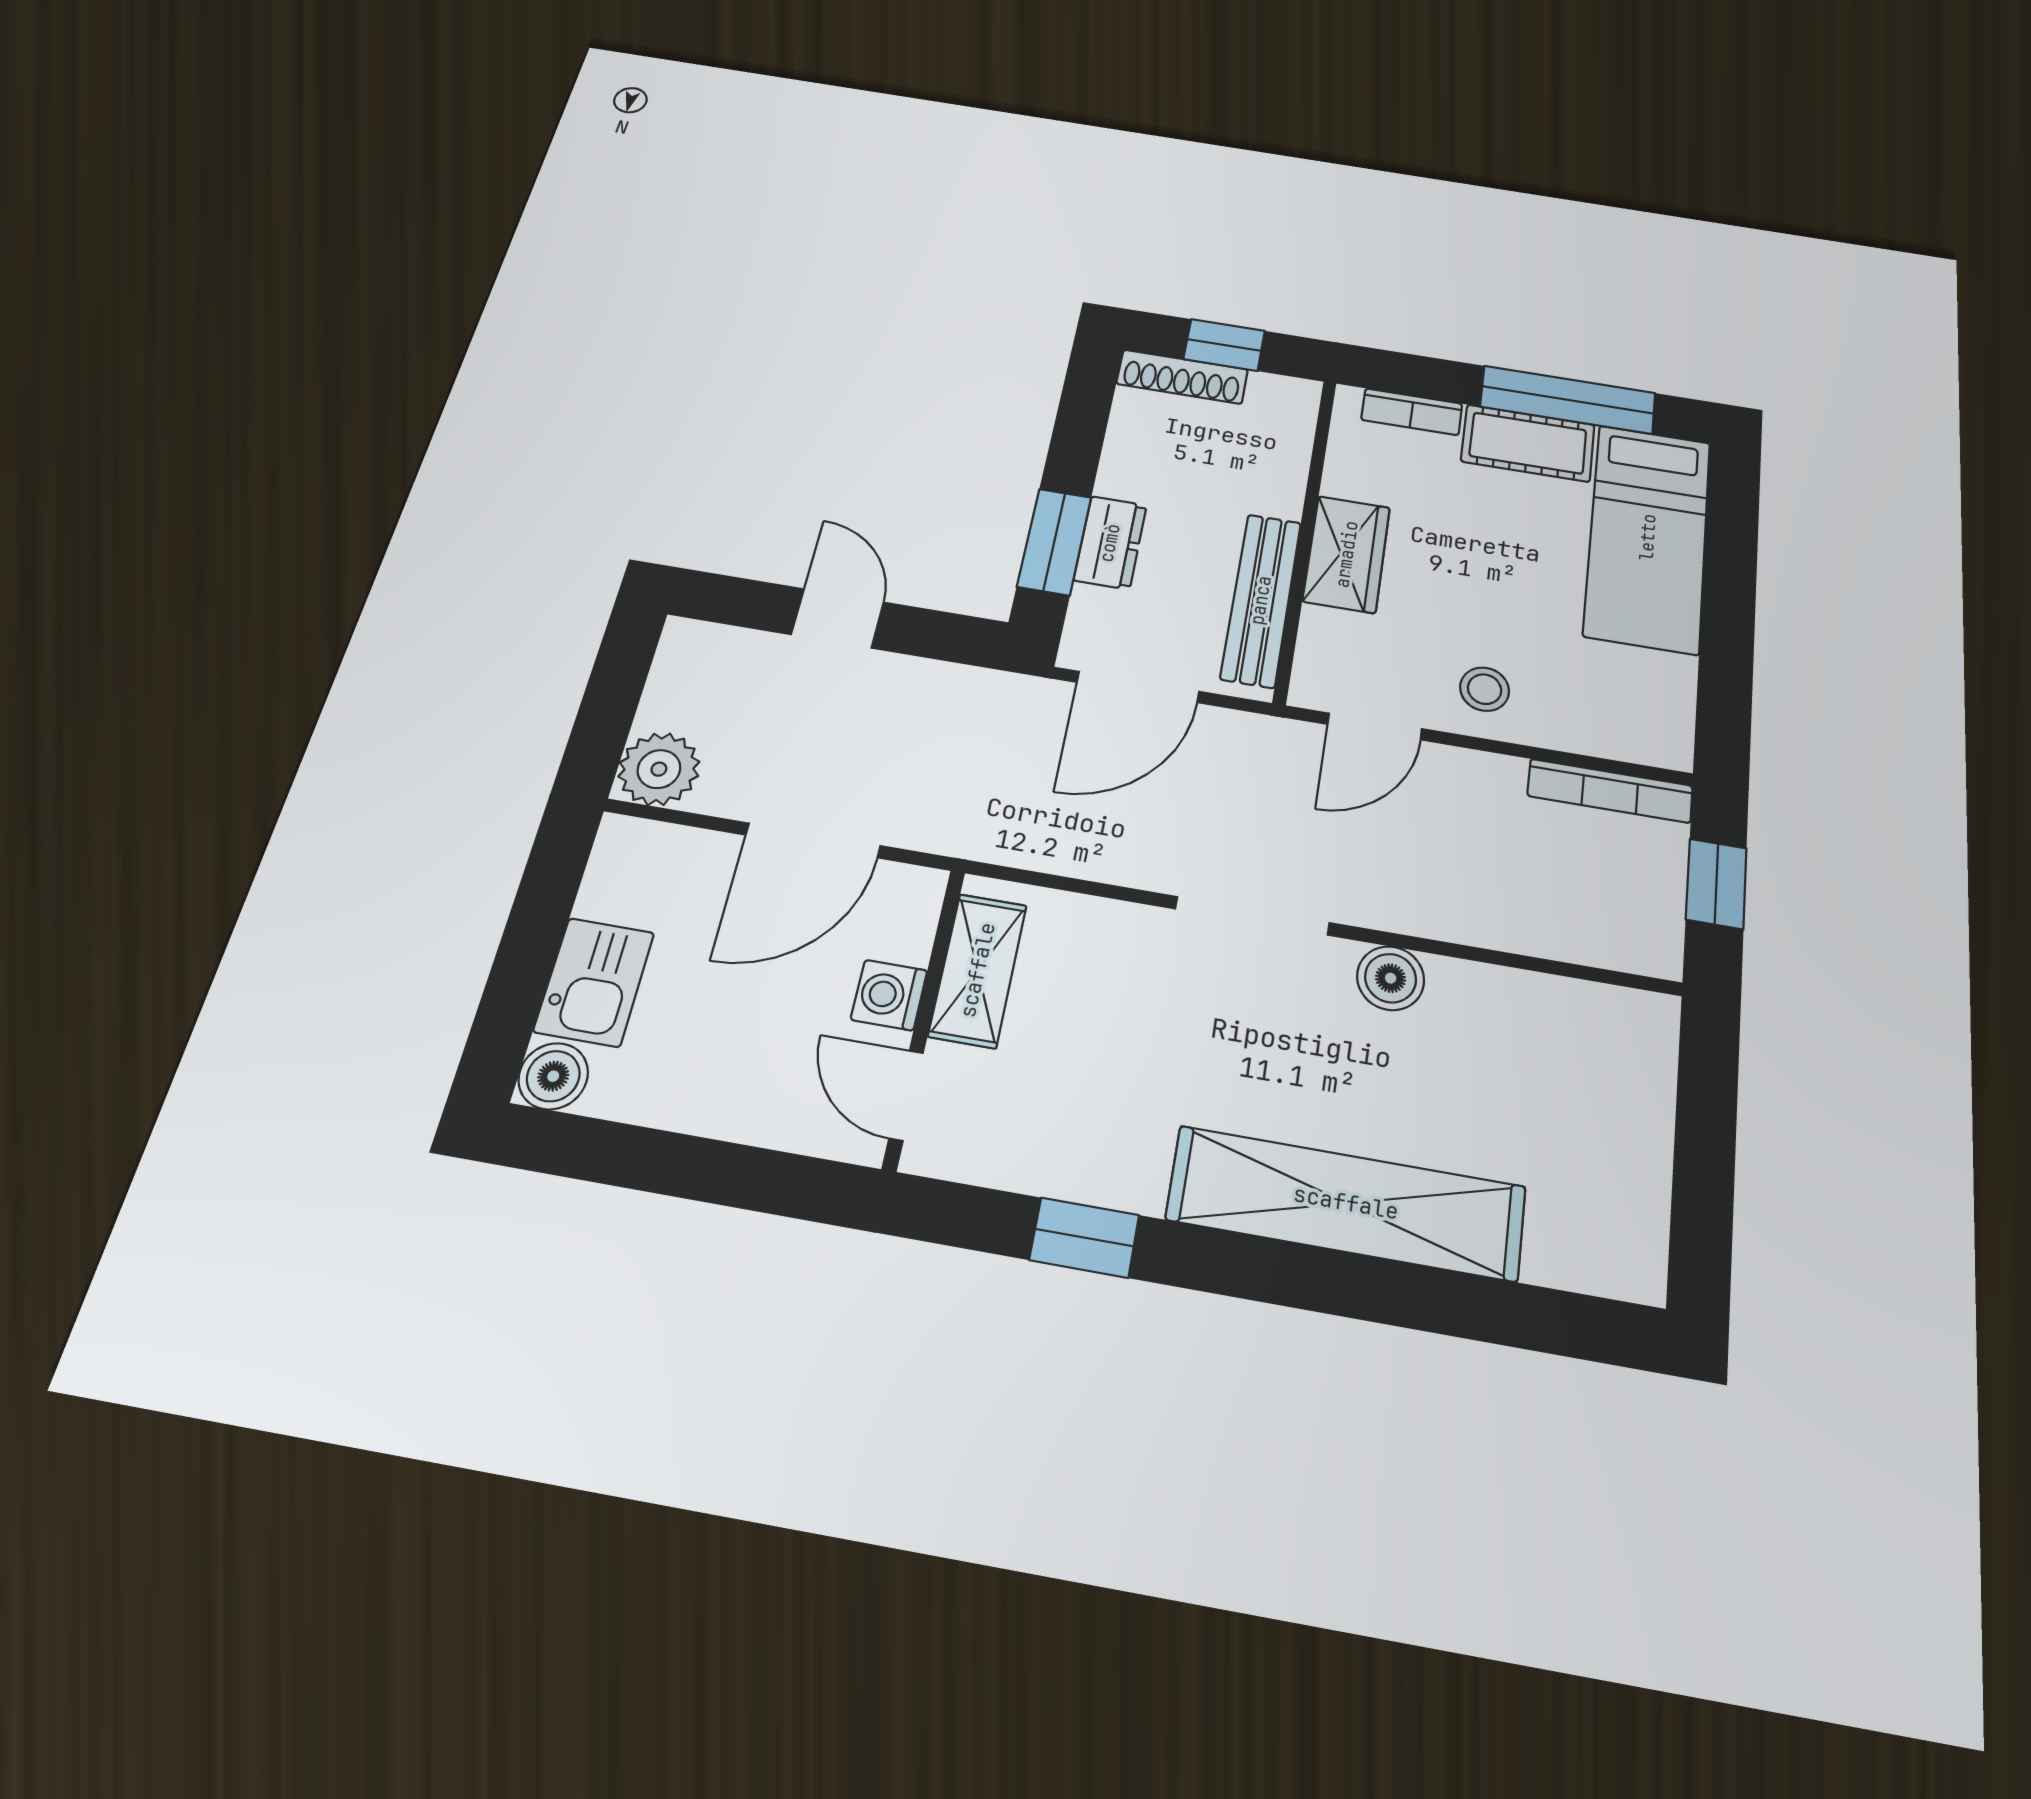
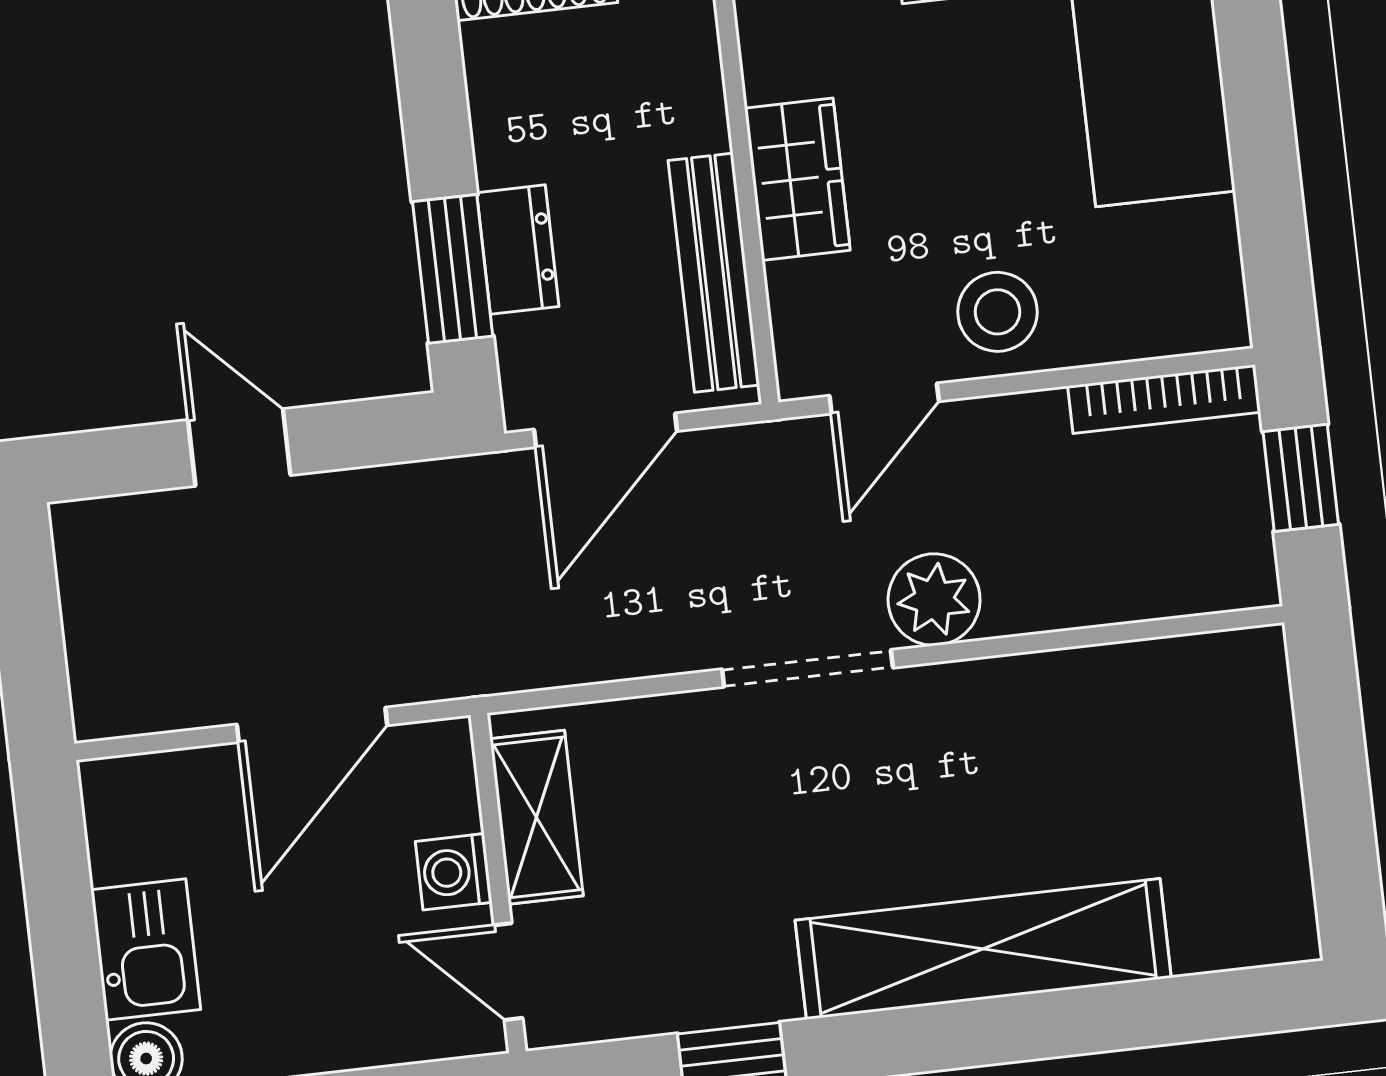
stool: (1485, 689) -> (998, 312), width x1.37, depth x1.37
plant: (659, 769) -> (934, 600), moved
boiler: (1391, 978) -> (972, 695), removed

